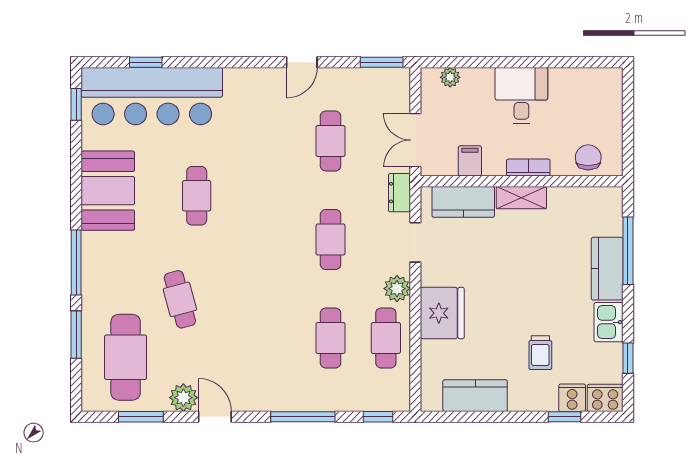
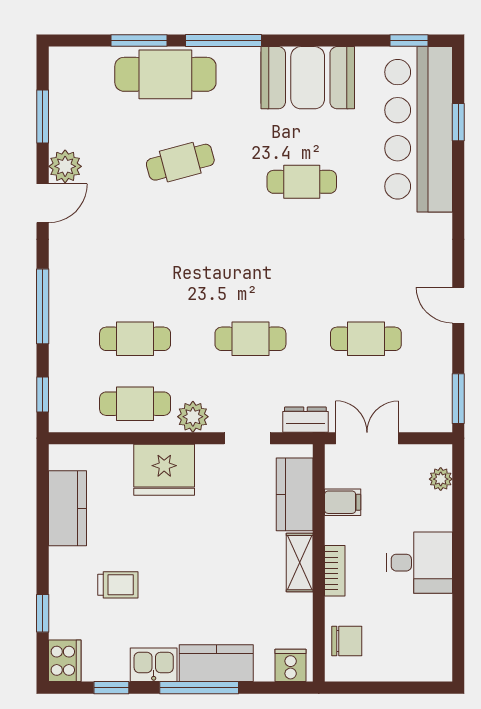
window: (628, 251) -> (199, 688), moved
trolley: (540, 353) -> (118, 585), turned 180
cafe table: (126, 357) -> (165, 74), moved
cooker: (572, 398) -> (291, 665), moved, turned -90

